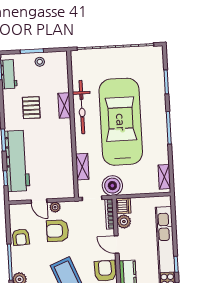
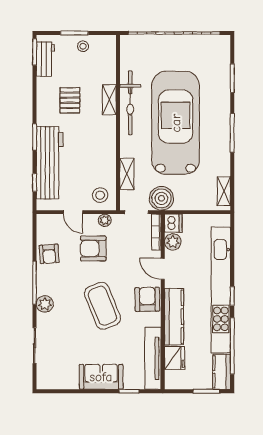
stool: (61, 186) -> (100, 195), added
plant: (55, 207) -> (105, 220), moved

